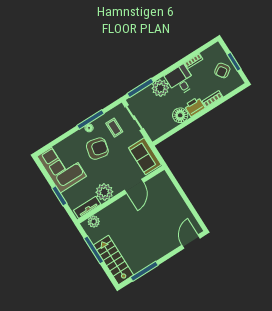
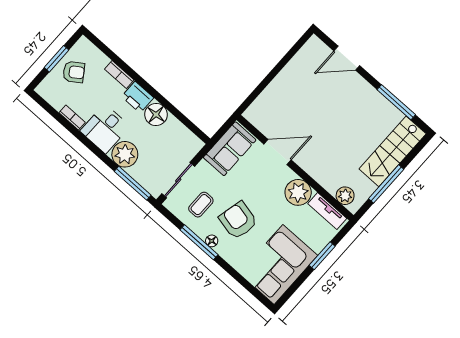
door: (191, 242) -> (347, 58), moved

